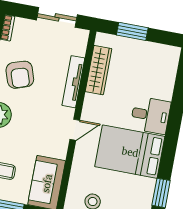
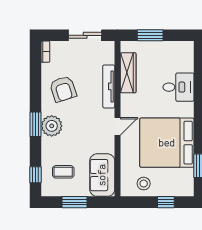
desk: (150, 115) -> (178, 87), moved
bed: (130, 152) -> (167, 143), width x1.36

